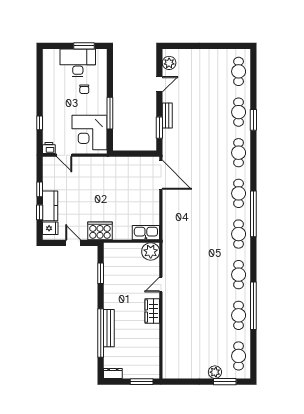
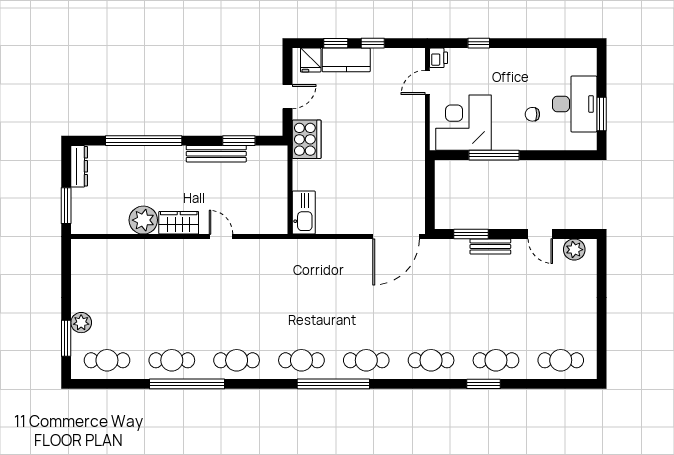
plant: (151, 251) -> (143, 220), moved
bench: (109, 328) -> (216, 154), moved
dresser: (113, 373) -> (79, 166), width x1.44

